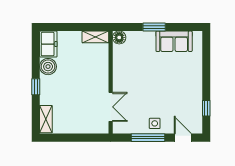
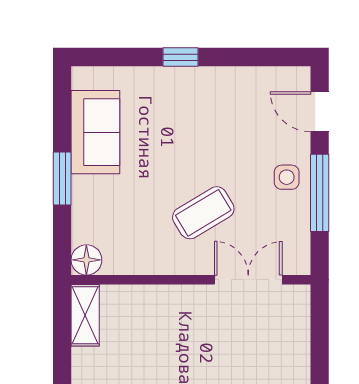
coffee table: (139, 88) -> (203, 213), added
window: (206, 108) -> (180, 57), moved
door: (183, 138) -> (320, 112), hinge flipped

